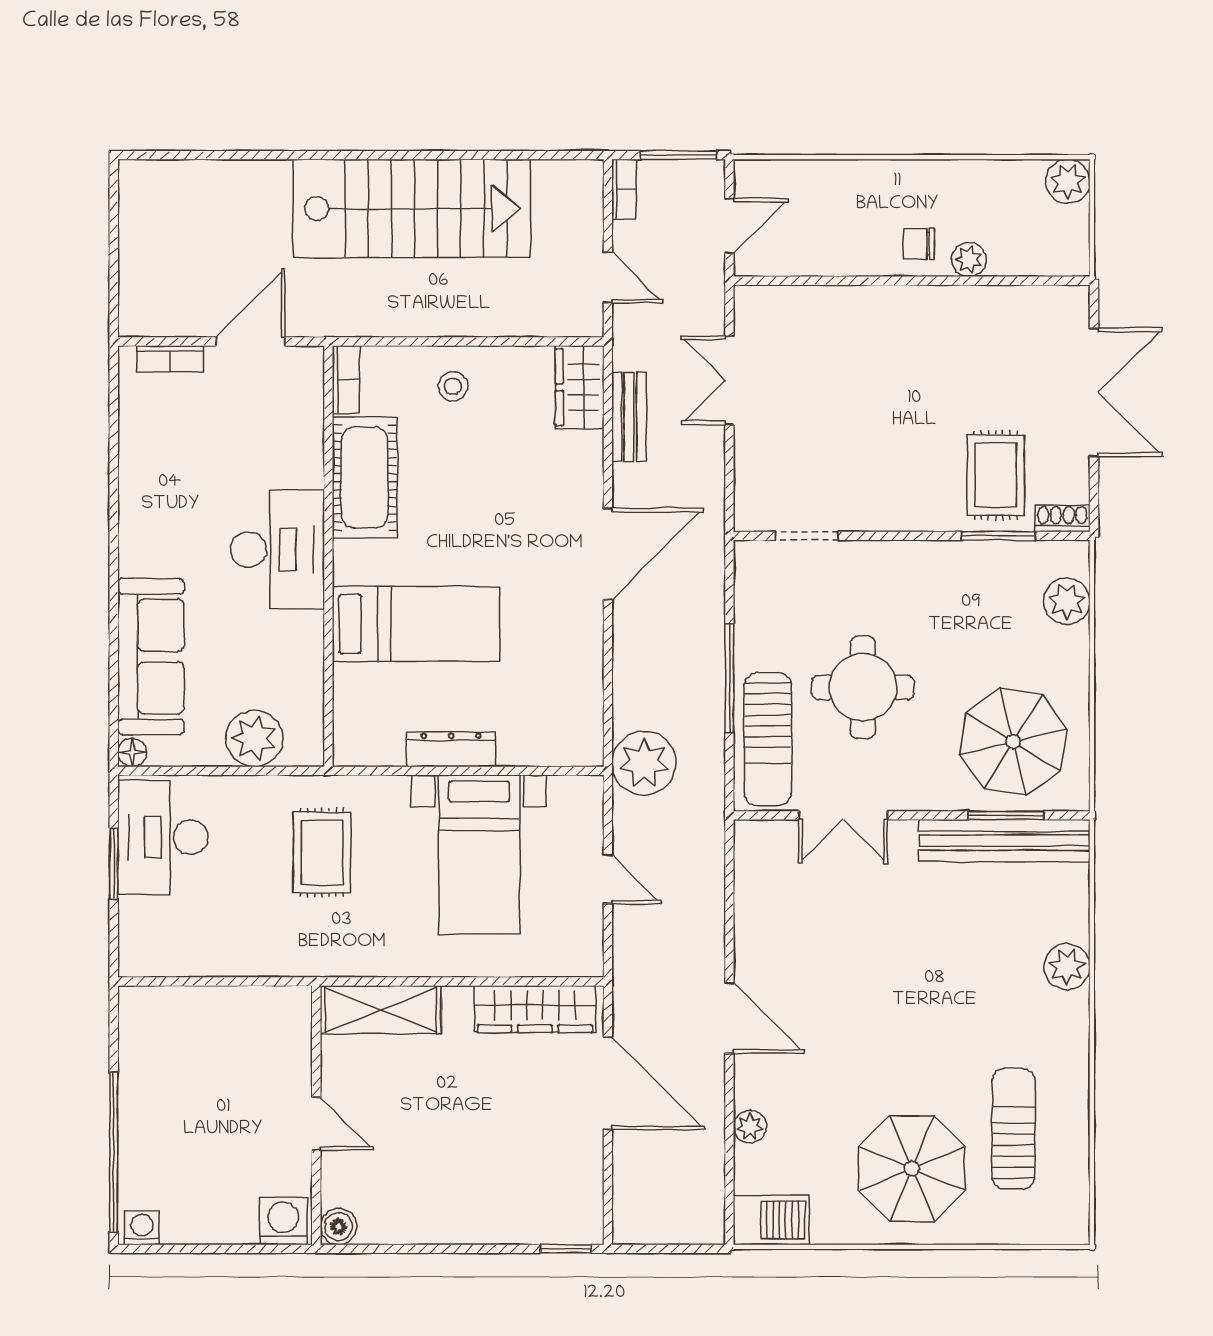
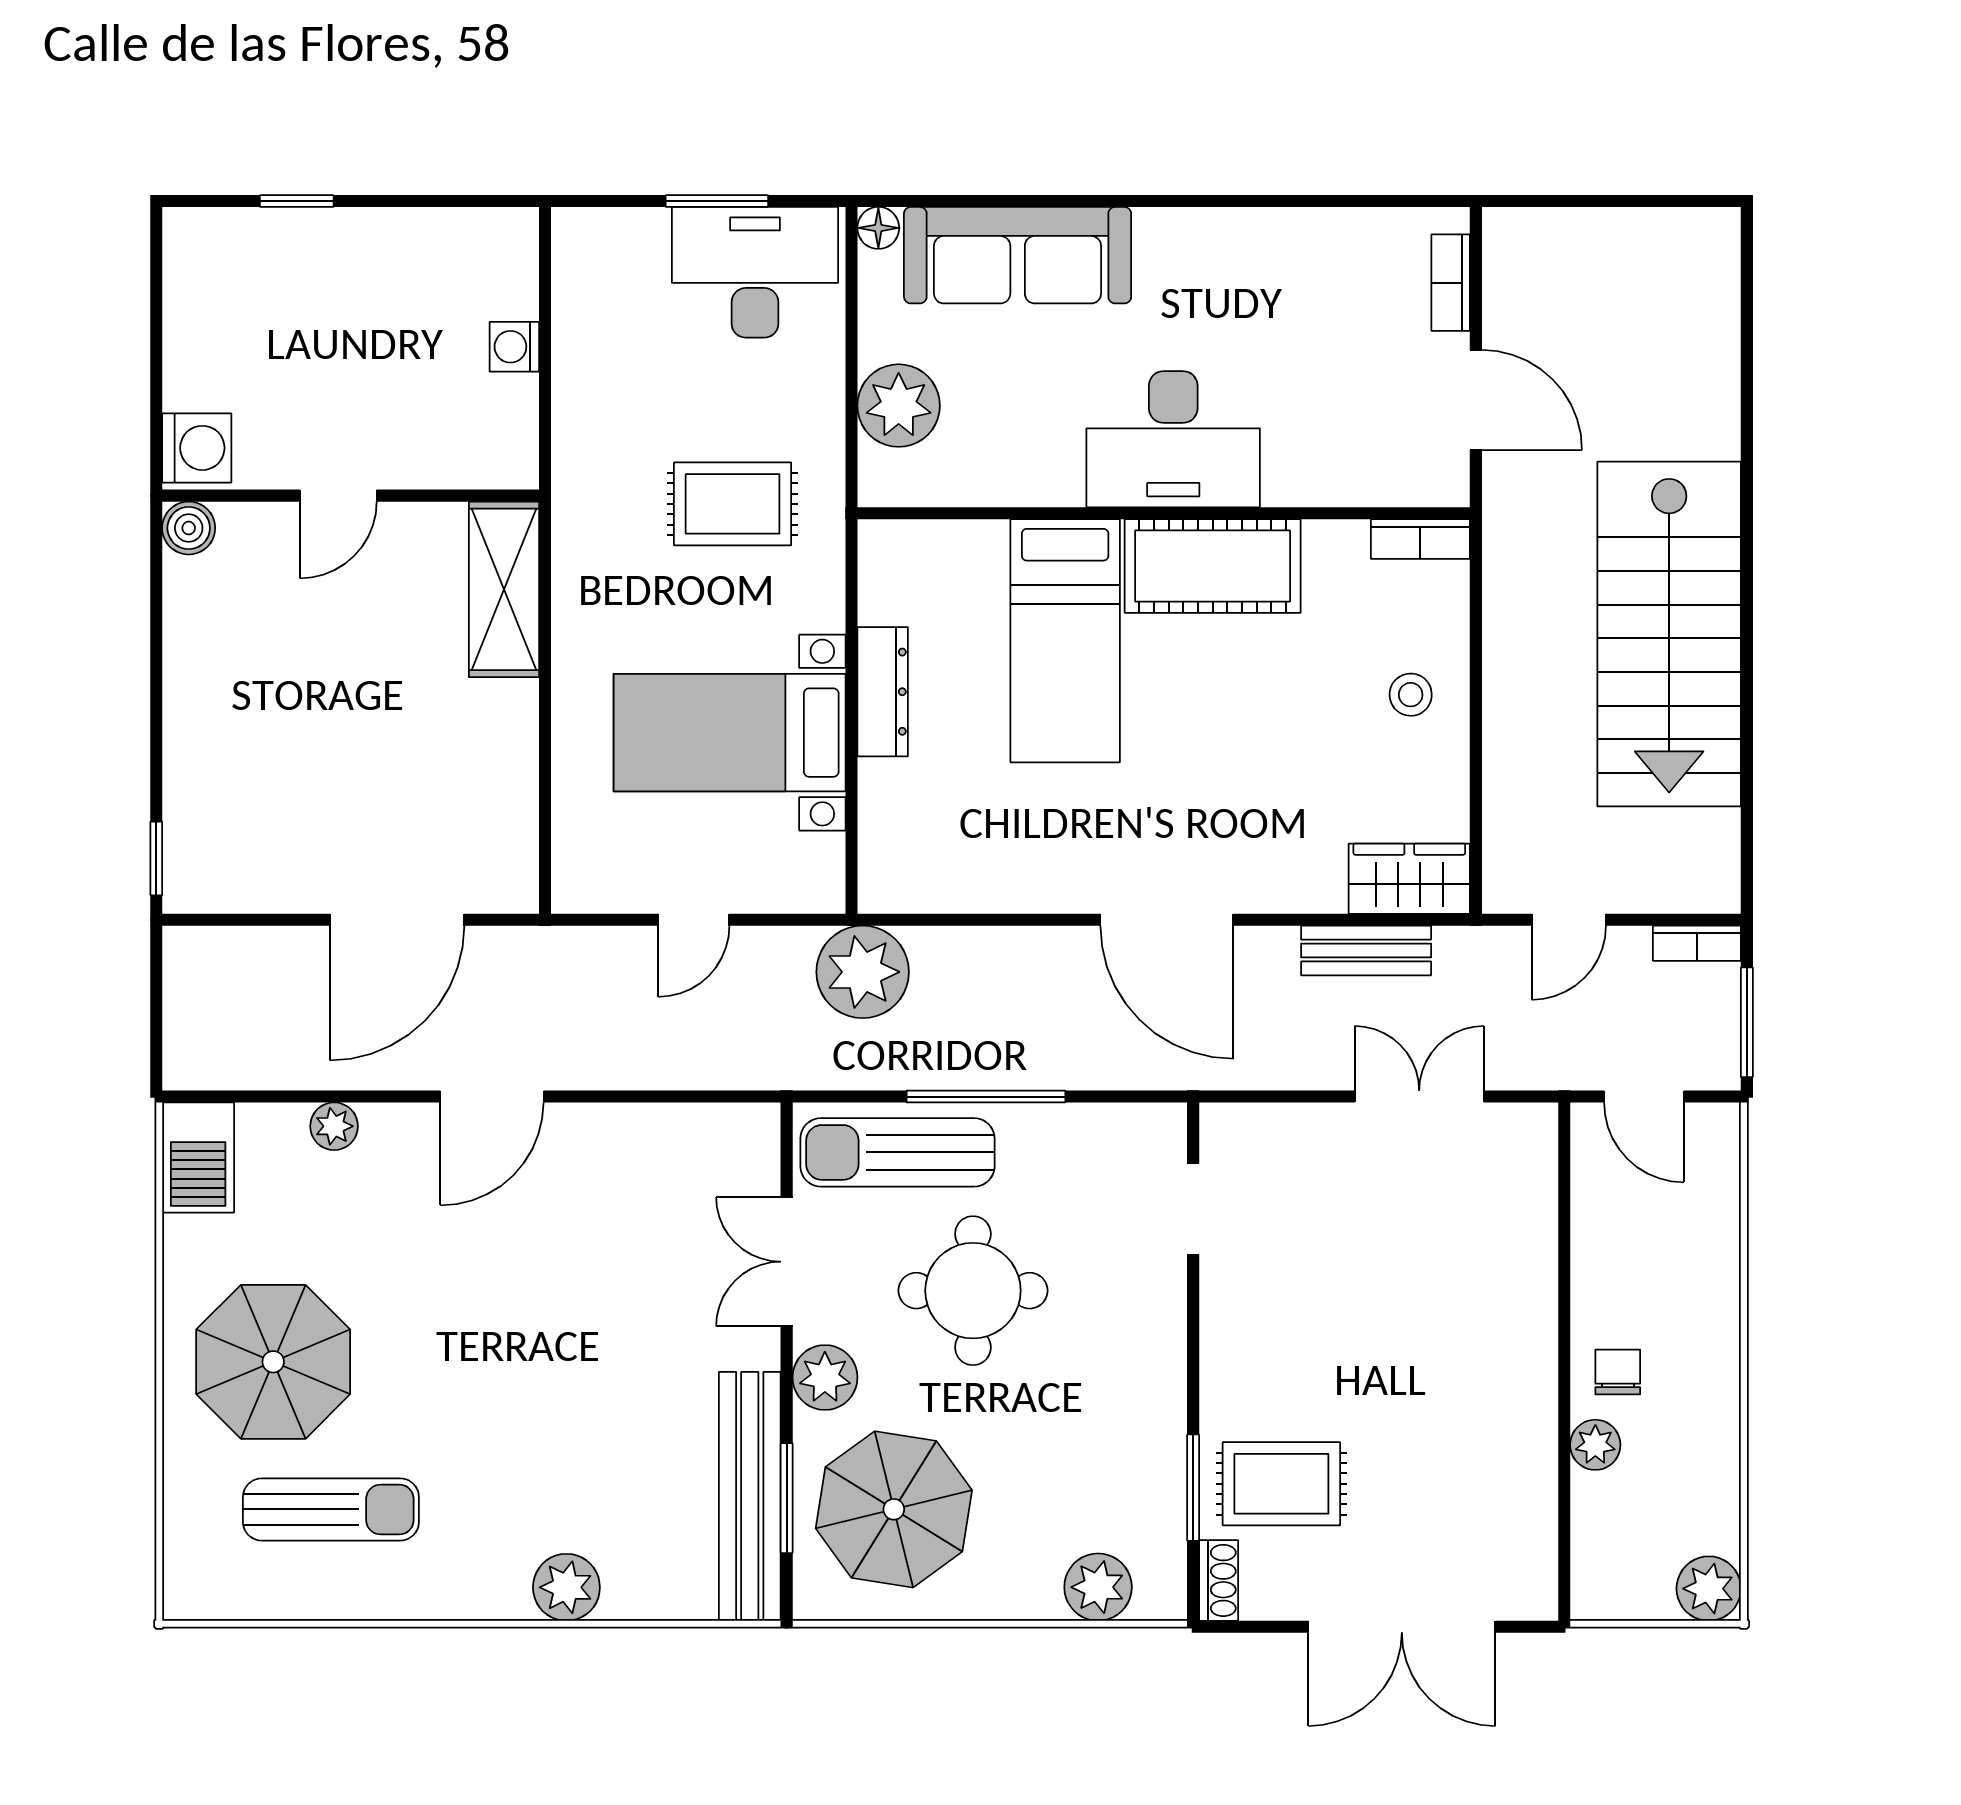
cot: (365, 477) -> (1213, 566), moved
plant: (923, 789) -> (825, 1377), added
wardrobe: (535, 1009) -> (505, 813), removed
window: (114, 1152) -> (297, 201), width x0.32
washing machine: (142, 1228) -> (514, 347), moved, turned 180

